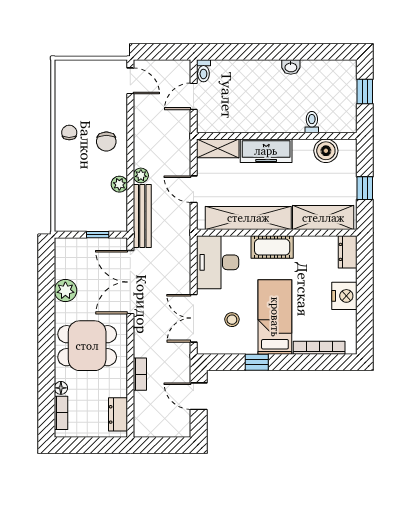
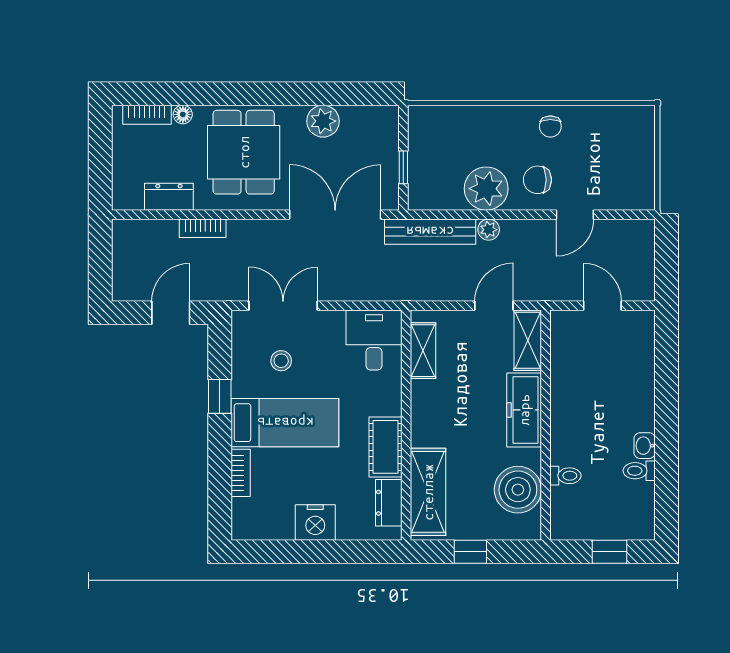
toilet: (203, 71) -> (639, 471), moved
door: (130, 81) -> (575, 215), moved
chair: (69, 133) -> (550, 126), turned 90
boiler: (326, 151) -> (518, 490), width x1.37, depth x1.37
plant: (119, 184) -> (486, 189), width x1.88, depth x1.88
door: (194, 189) -> (494, 306), moved
shelving: (248, 218) -> (423, 351), width x0.45, depth x0.75
cot: (272, 247) -> (386, 447), moved
dresser: (348, 252) -> (389, 503), moved, turned -90
desk: (218, 262) -> (374, 340), width x0.73
bookcase: (319, 348) -> (241, 473), width x0.64
dresser: (118, 414) -> (169, 197), moved

